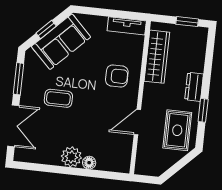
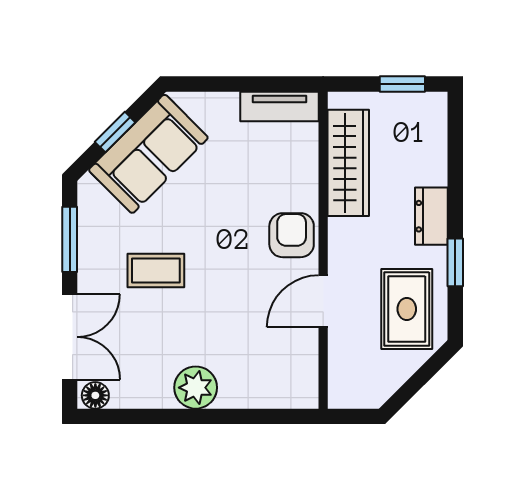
armchair: (117, 76) -> (292, 235), moved, turned -90
floor lamp: (89, 163) -> (95, 395), moved

